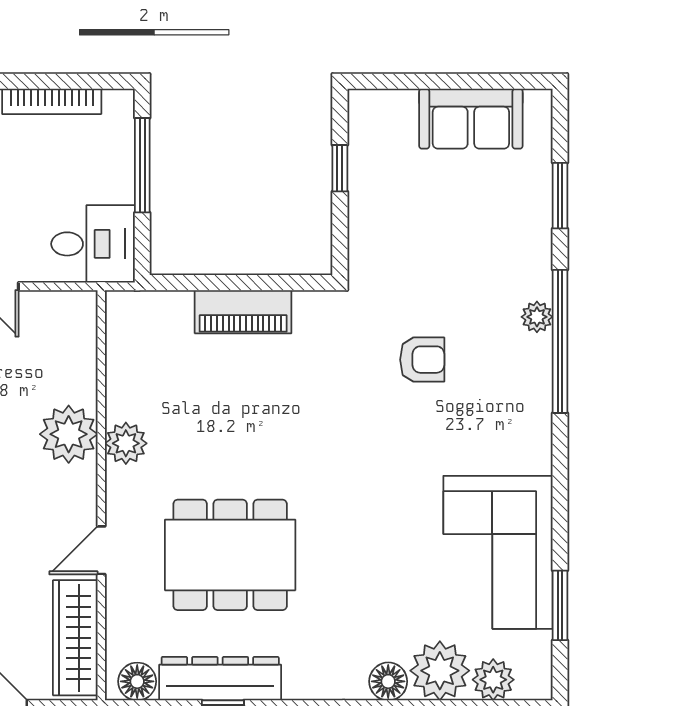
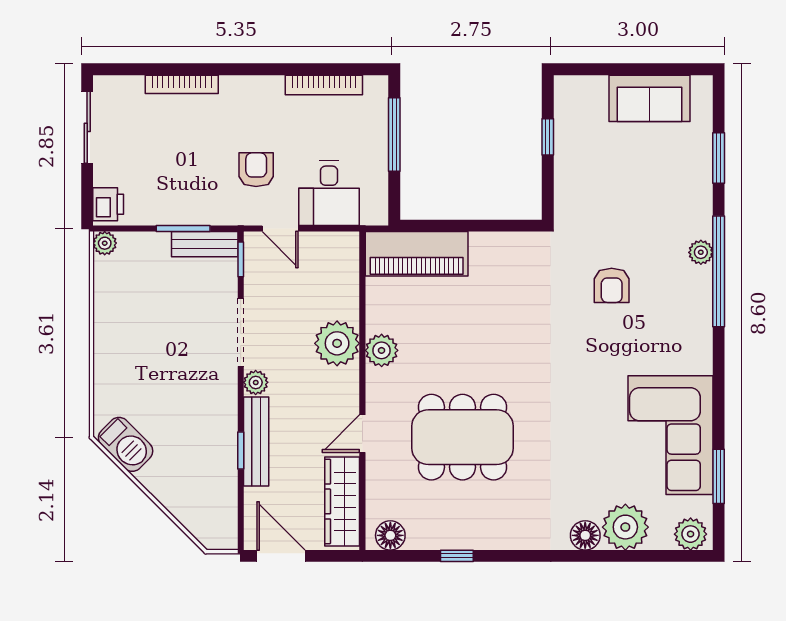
desk: (93, 244) -> (329, 193), moved, turned 90
piano: (243, 312) -> (417, 254), moved, width x1.37, depth x1.33
armchair: (422, 360) -> (612, 285), turned 90
dresser: (220, 679) -> (455, 533), removed
plant: (493, 680) -> (691, 534), moved

